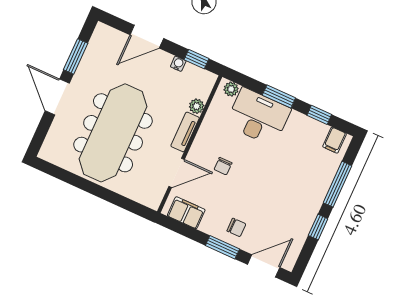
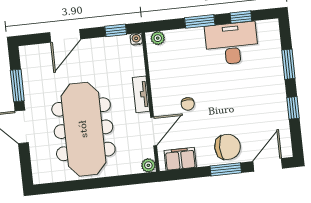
water cooler: (178, 64) -> (136, 39), moved
plant: (197, 106) -> (148, 165), moved
desk: (258, 117) -> (232, 43), moved
filing cabinet: (335, 140) -> (265, 30), removed
window: (337, 184) -> (288, 64), width x0.69
chair: (236, 227) -> (228, 147), width x1.87, depth x1.87

